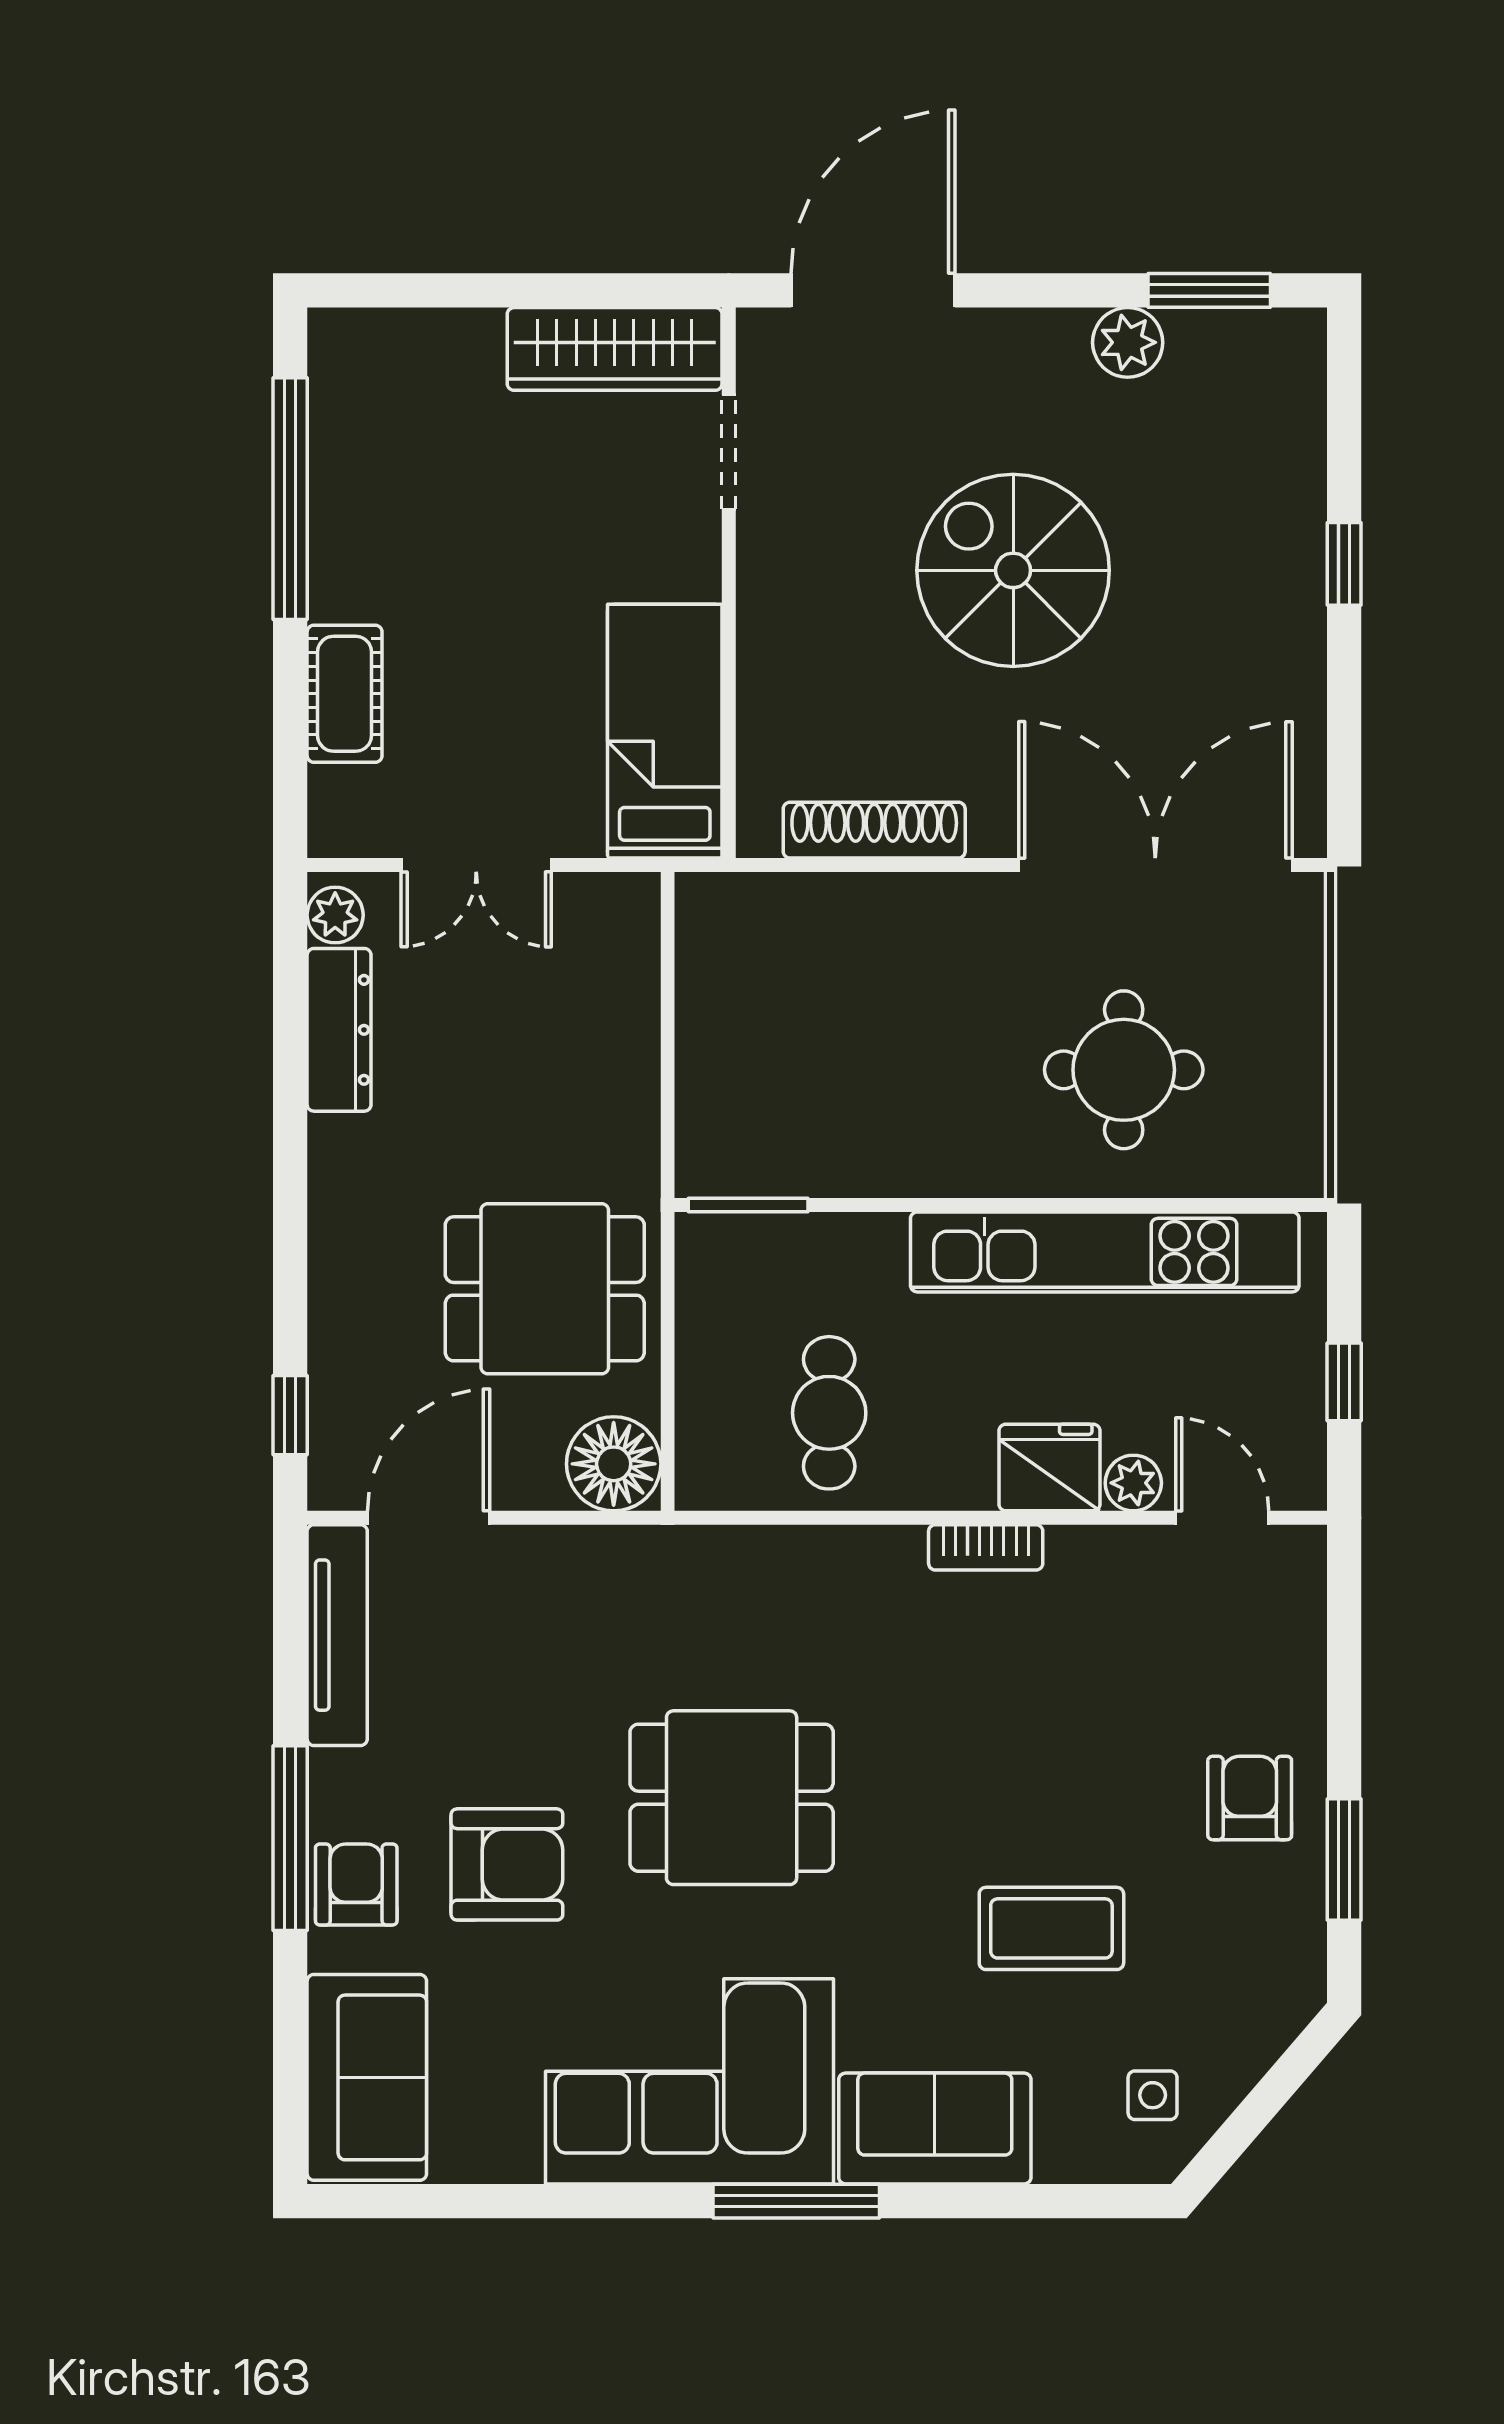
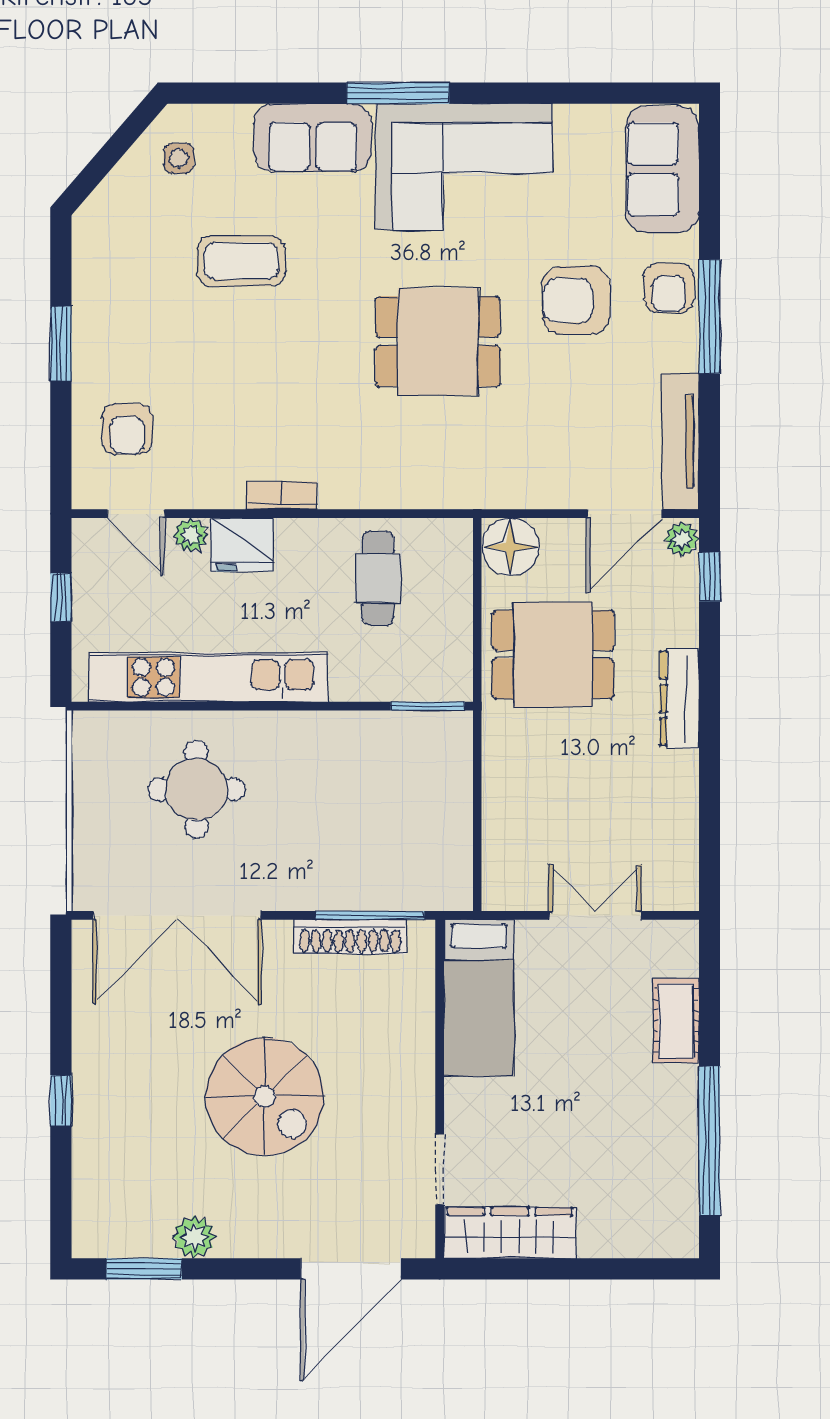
window: (842, 865) -> (370, 915), added
plant: (335, 915) -> (682, 539), moved
dresser: (339, 1030) -> (679, 698), moved
armchair: (1250, 1798) -> (127, 429), moved
window: (1344, 1860) -> (61, 344), moved

